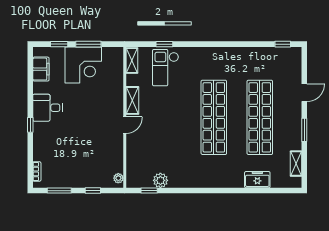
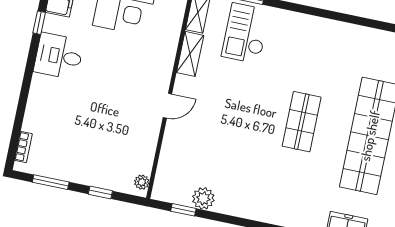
shelving: (132, 100) -> (190, 54), moved
shop shelf: (214, 117) -> (302, 122), width x0.50, depth x0.74
window: (30, 125) -> (39, 23), moved

